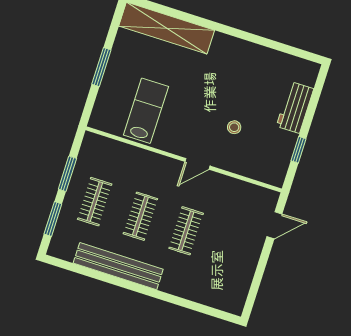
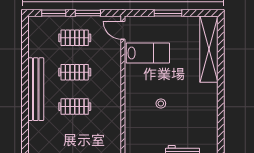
stool: (234, 127) -> (161, 104), moved
door: (197, 164) -> (123, 30), moved
bench: (118, 266) -> (36, 89), moved

